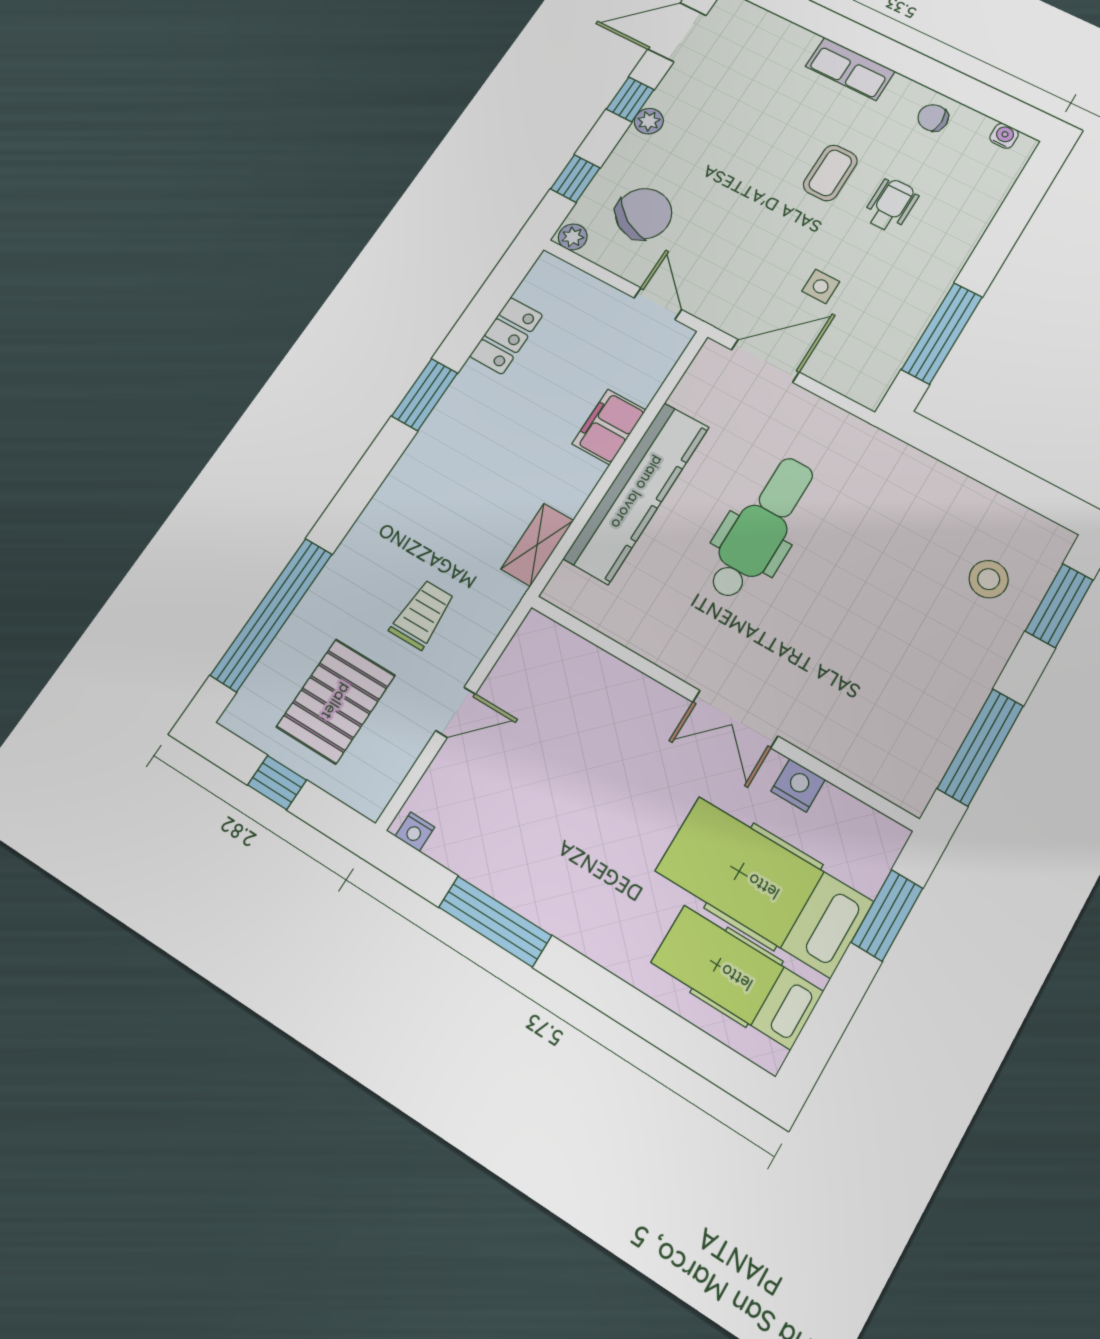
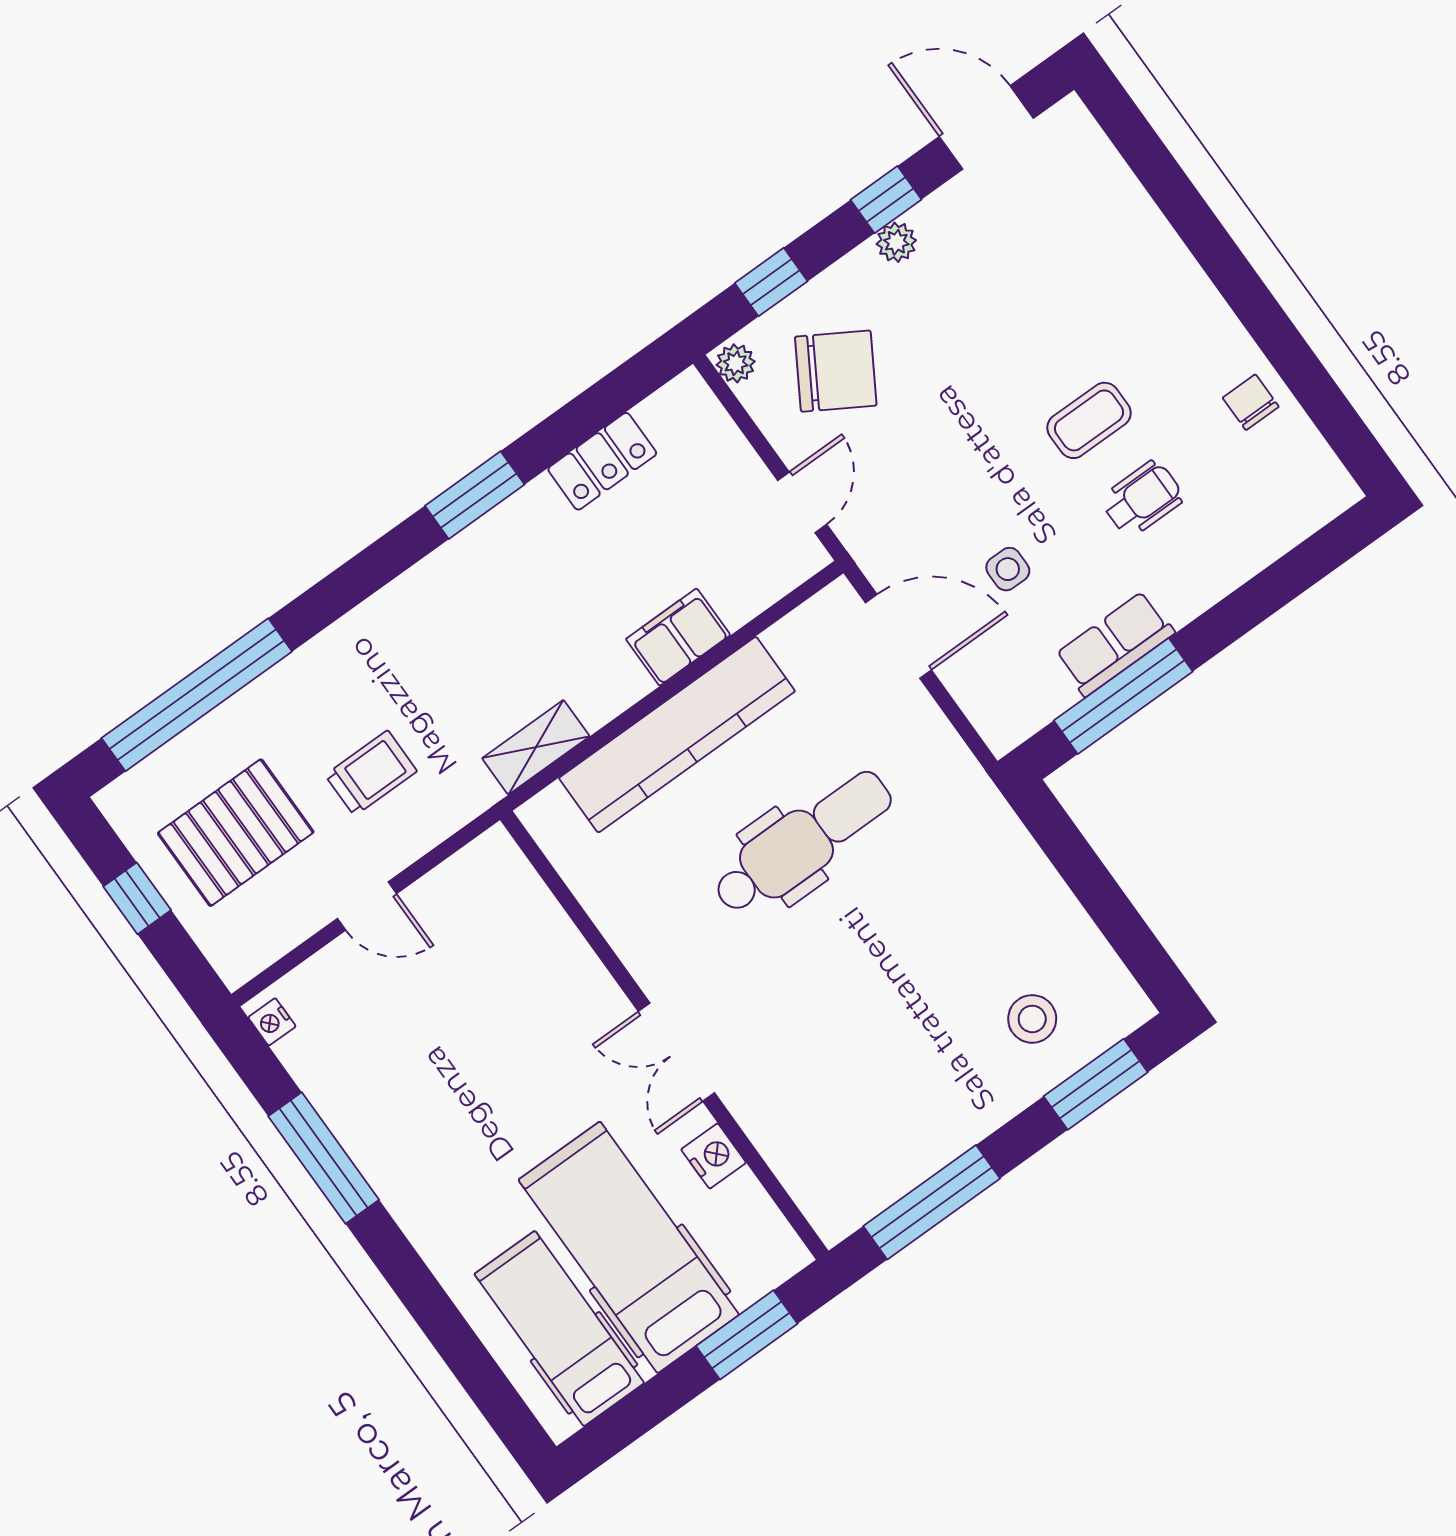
row of seats: (850, 69) -> (1115, 644), moved, turned 90
water cooler: (1004, 136) -> (1325, 468), removed

